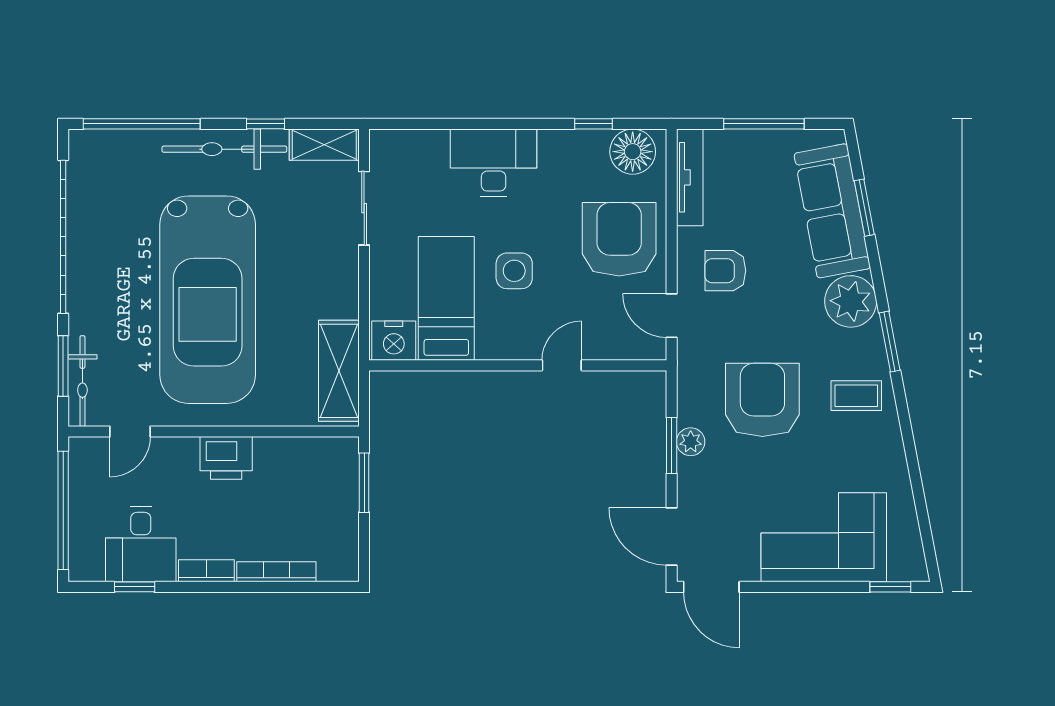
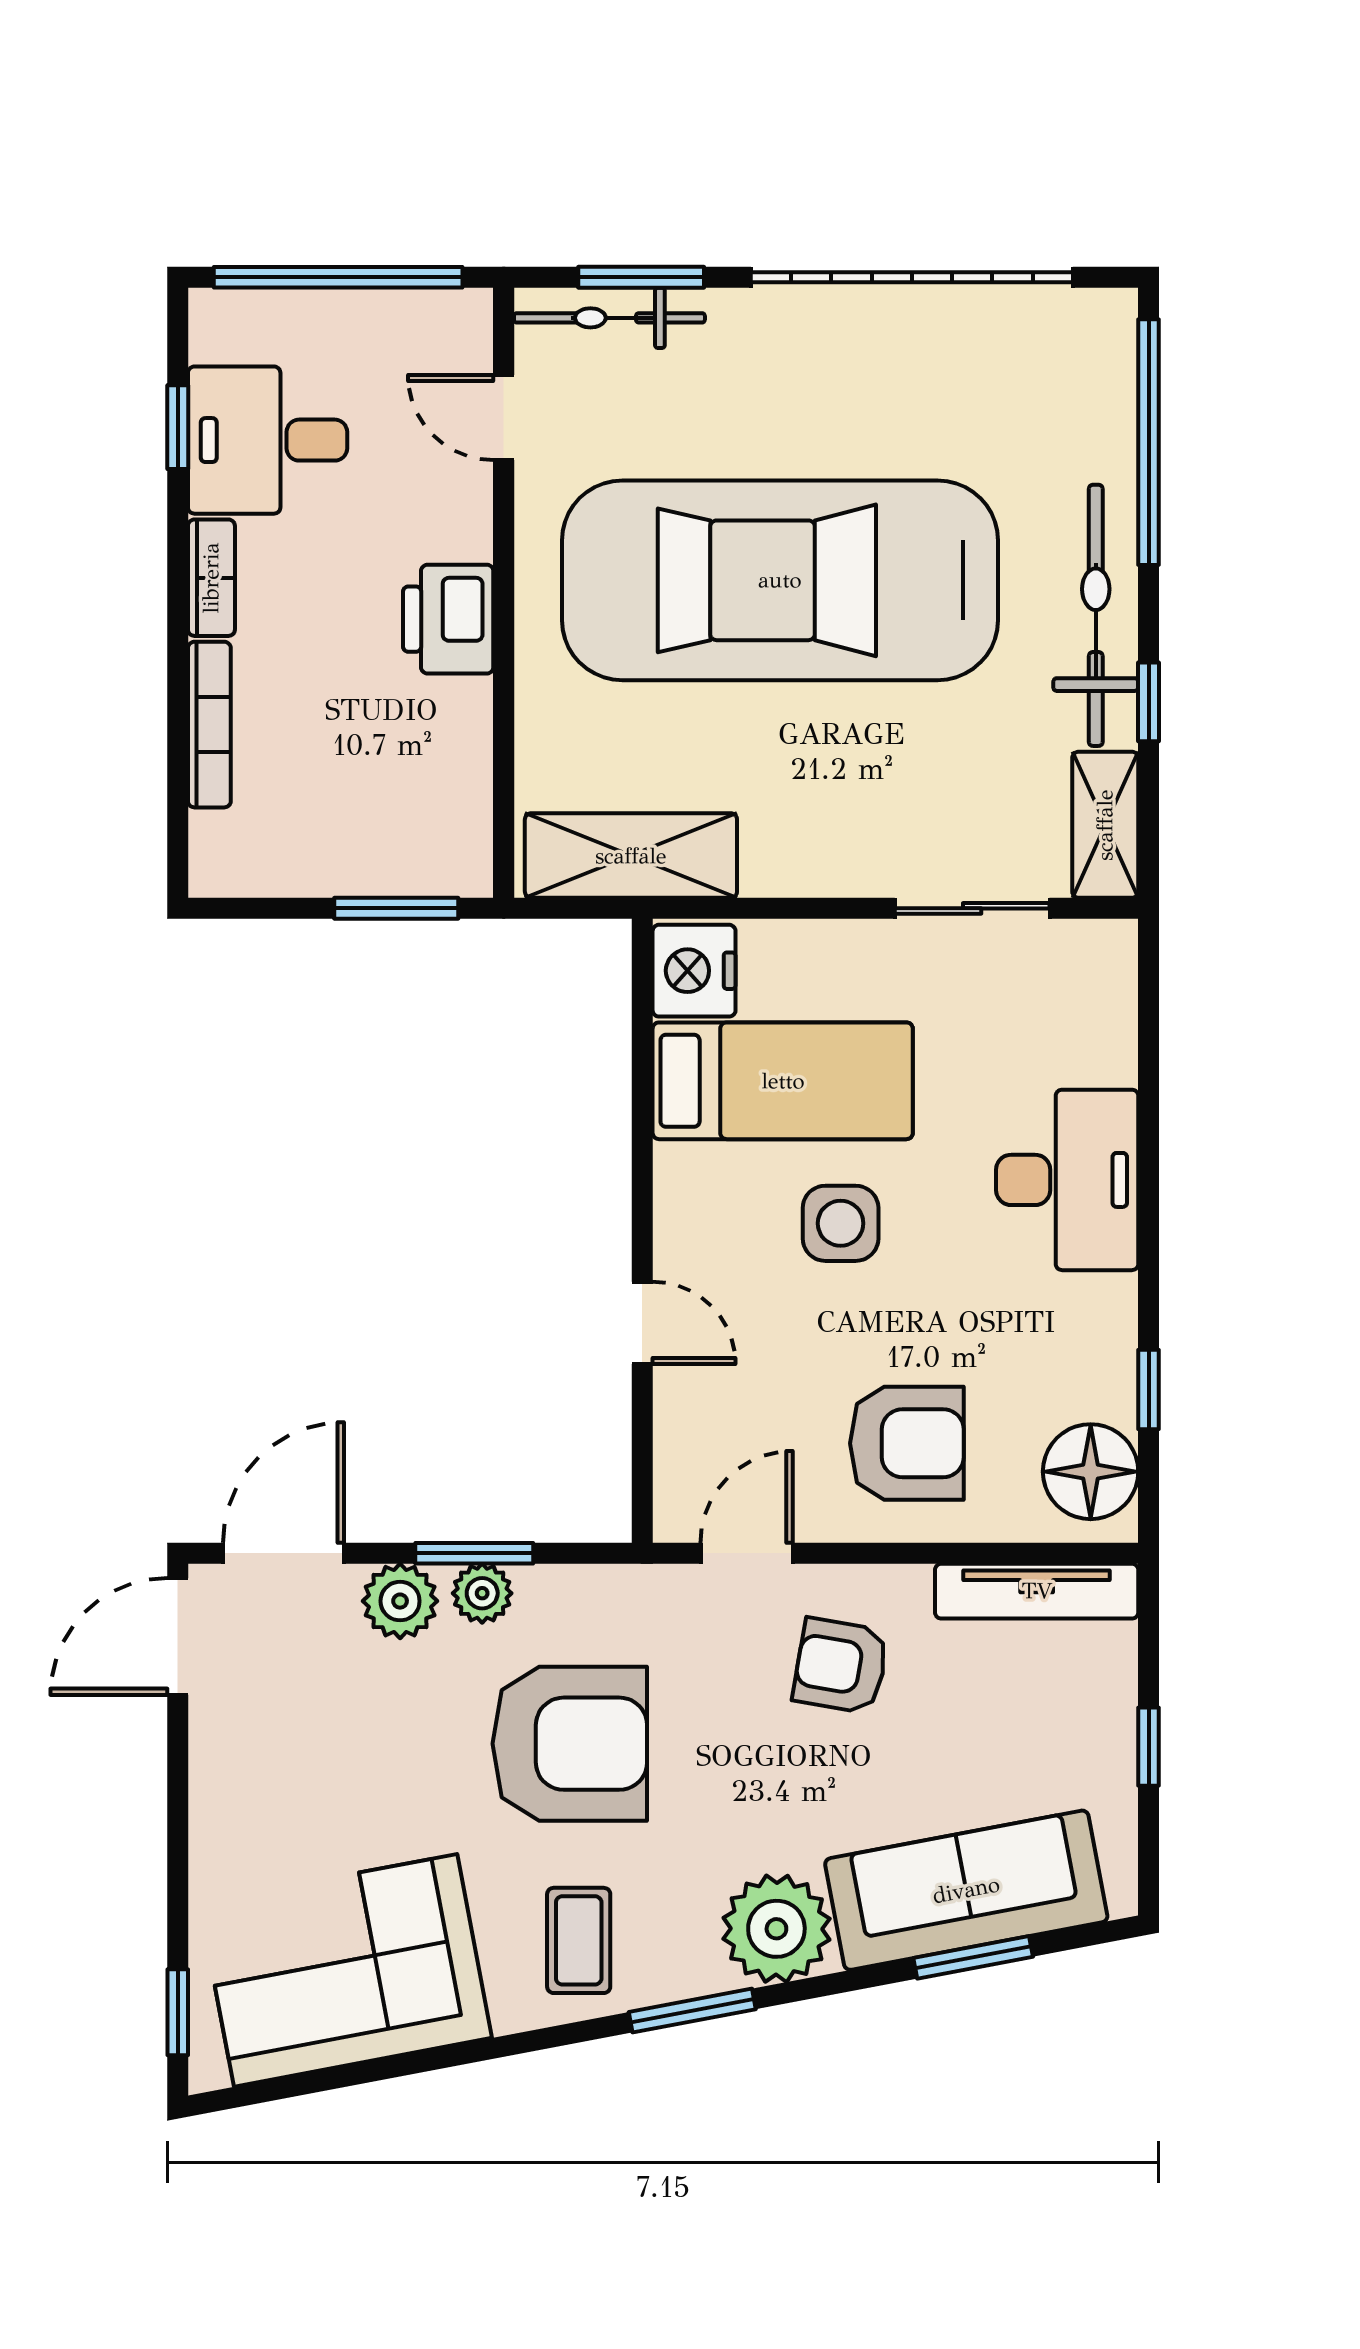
window: (764, 124) -> (1149, 1747), width x0.46
armchair: (619, 239) -> (907, 1443), width x0.73, depth x0.73
armchair: (725, 271) -> (841, 1666), turned -80
plant: (694, 481) -> (400, 1601), added
corner sofa: (824, 537) -> (346, 1970), moved, turned -101

